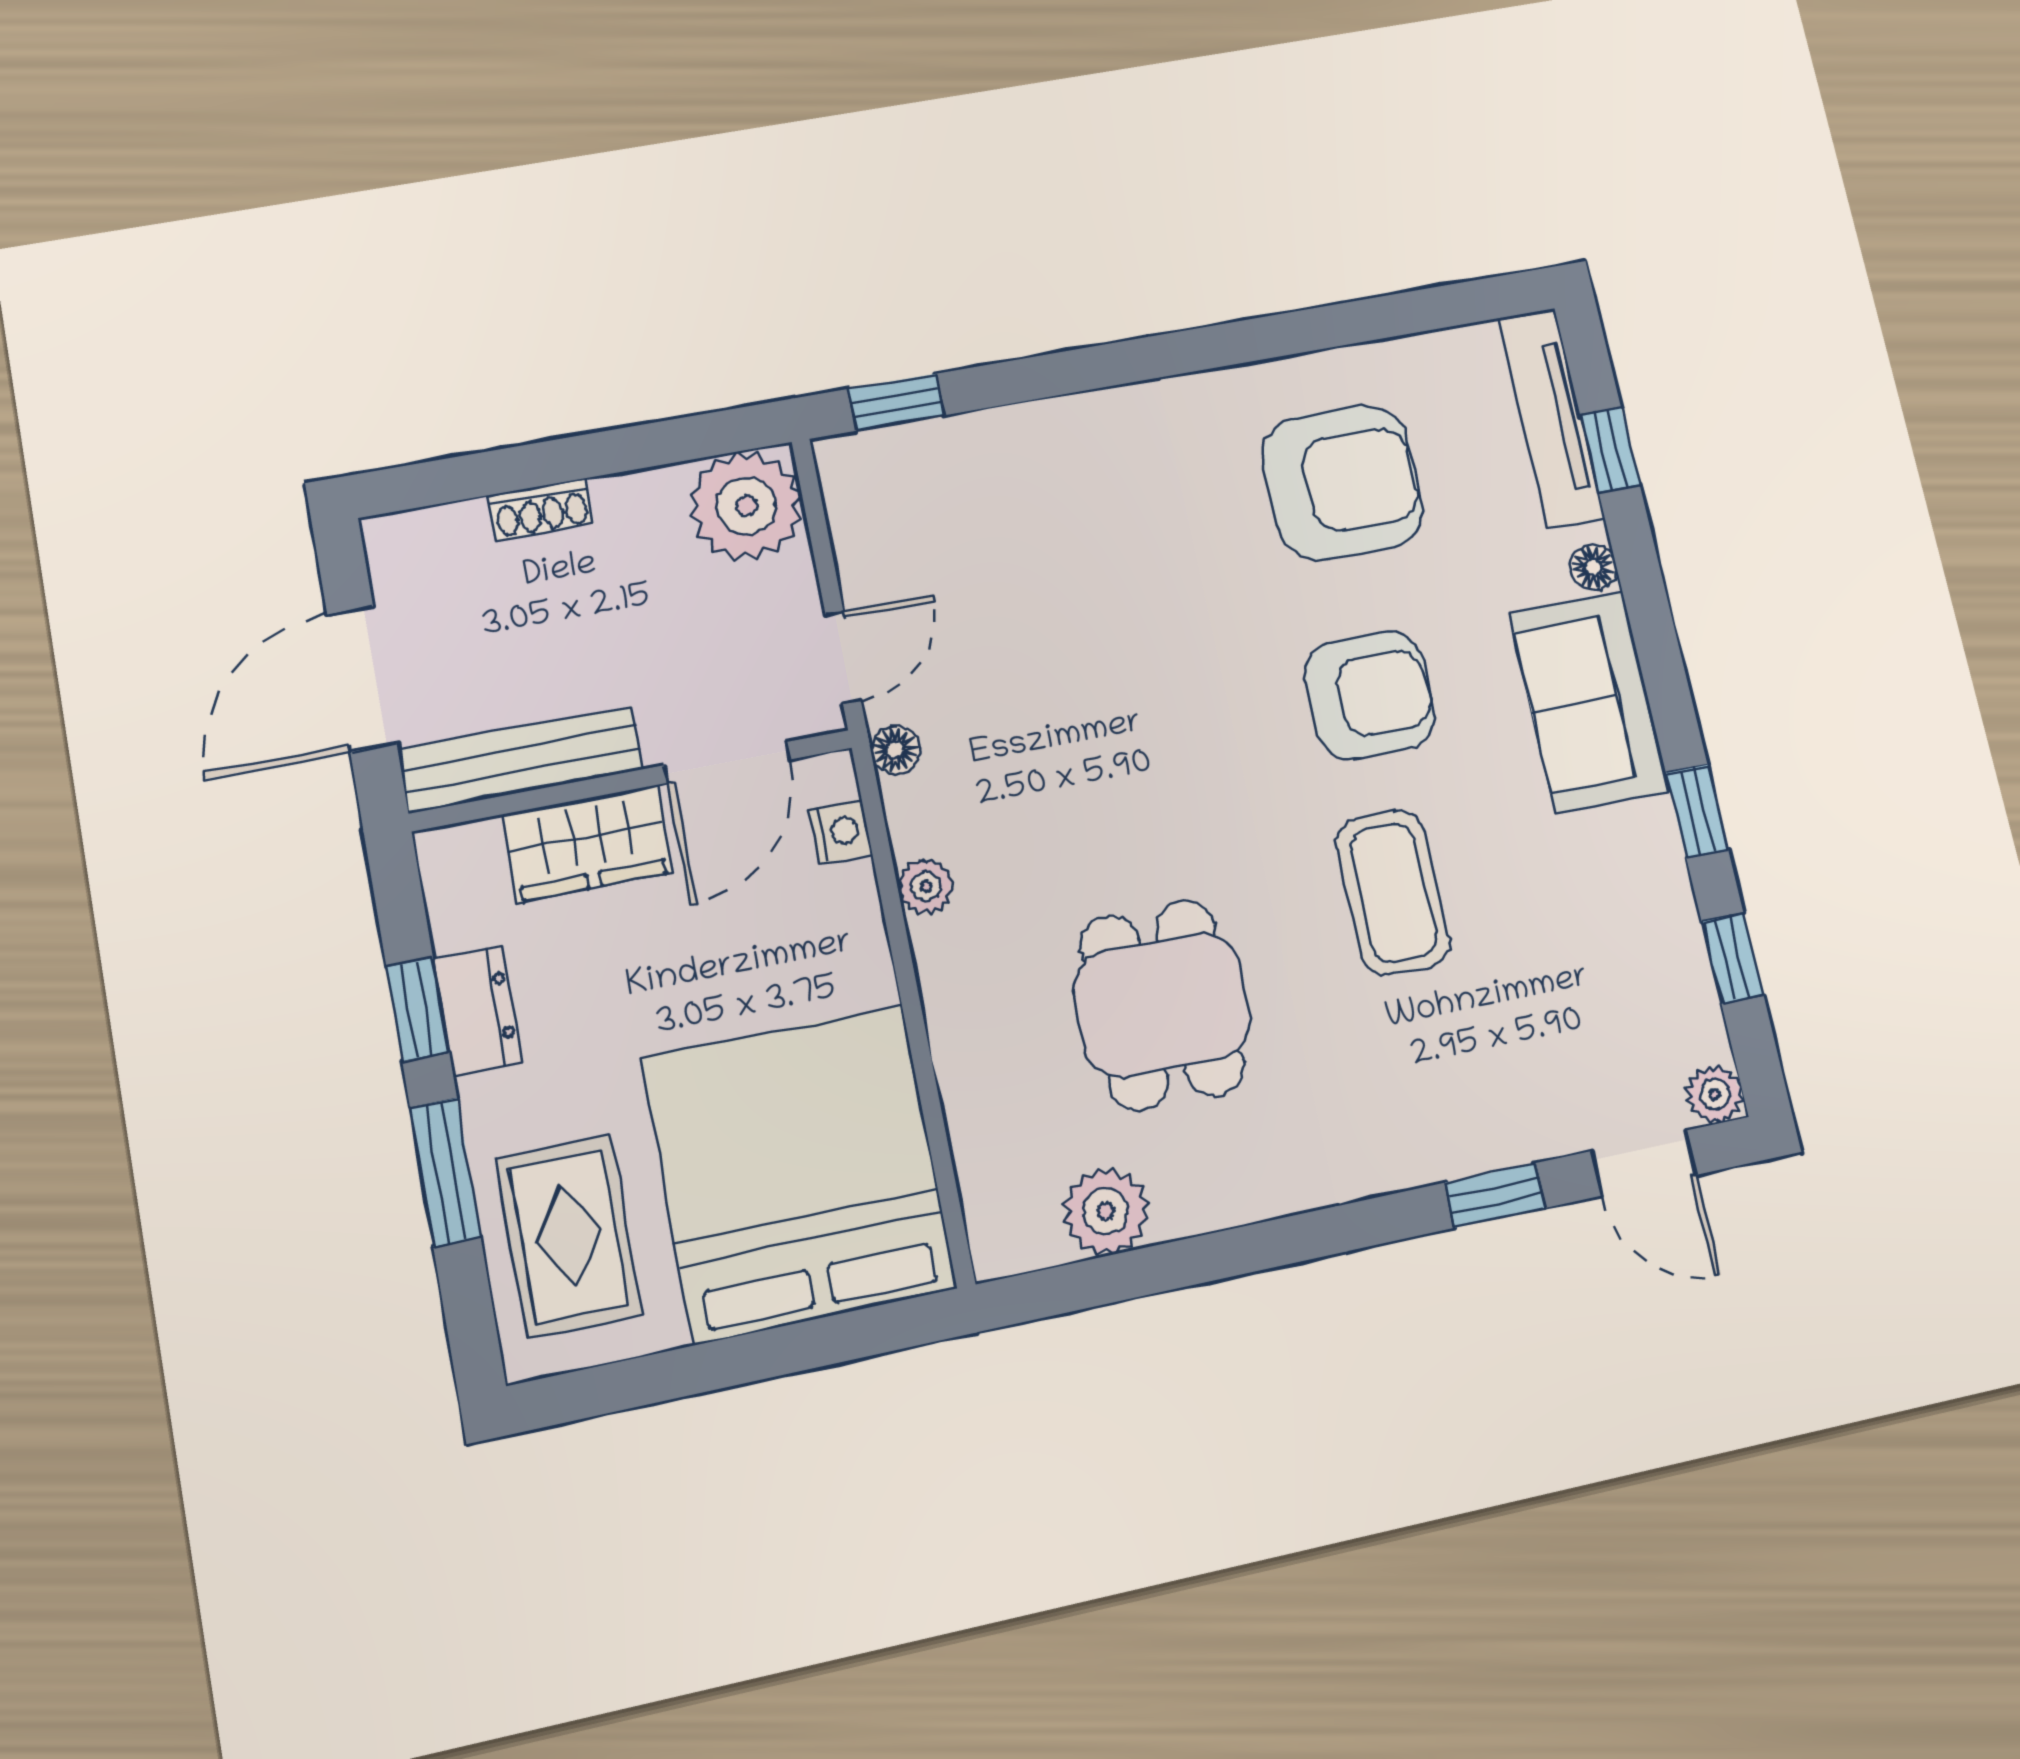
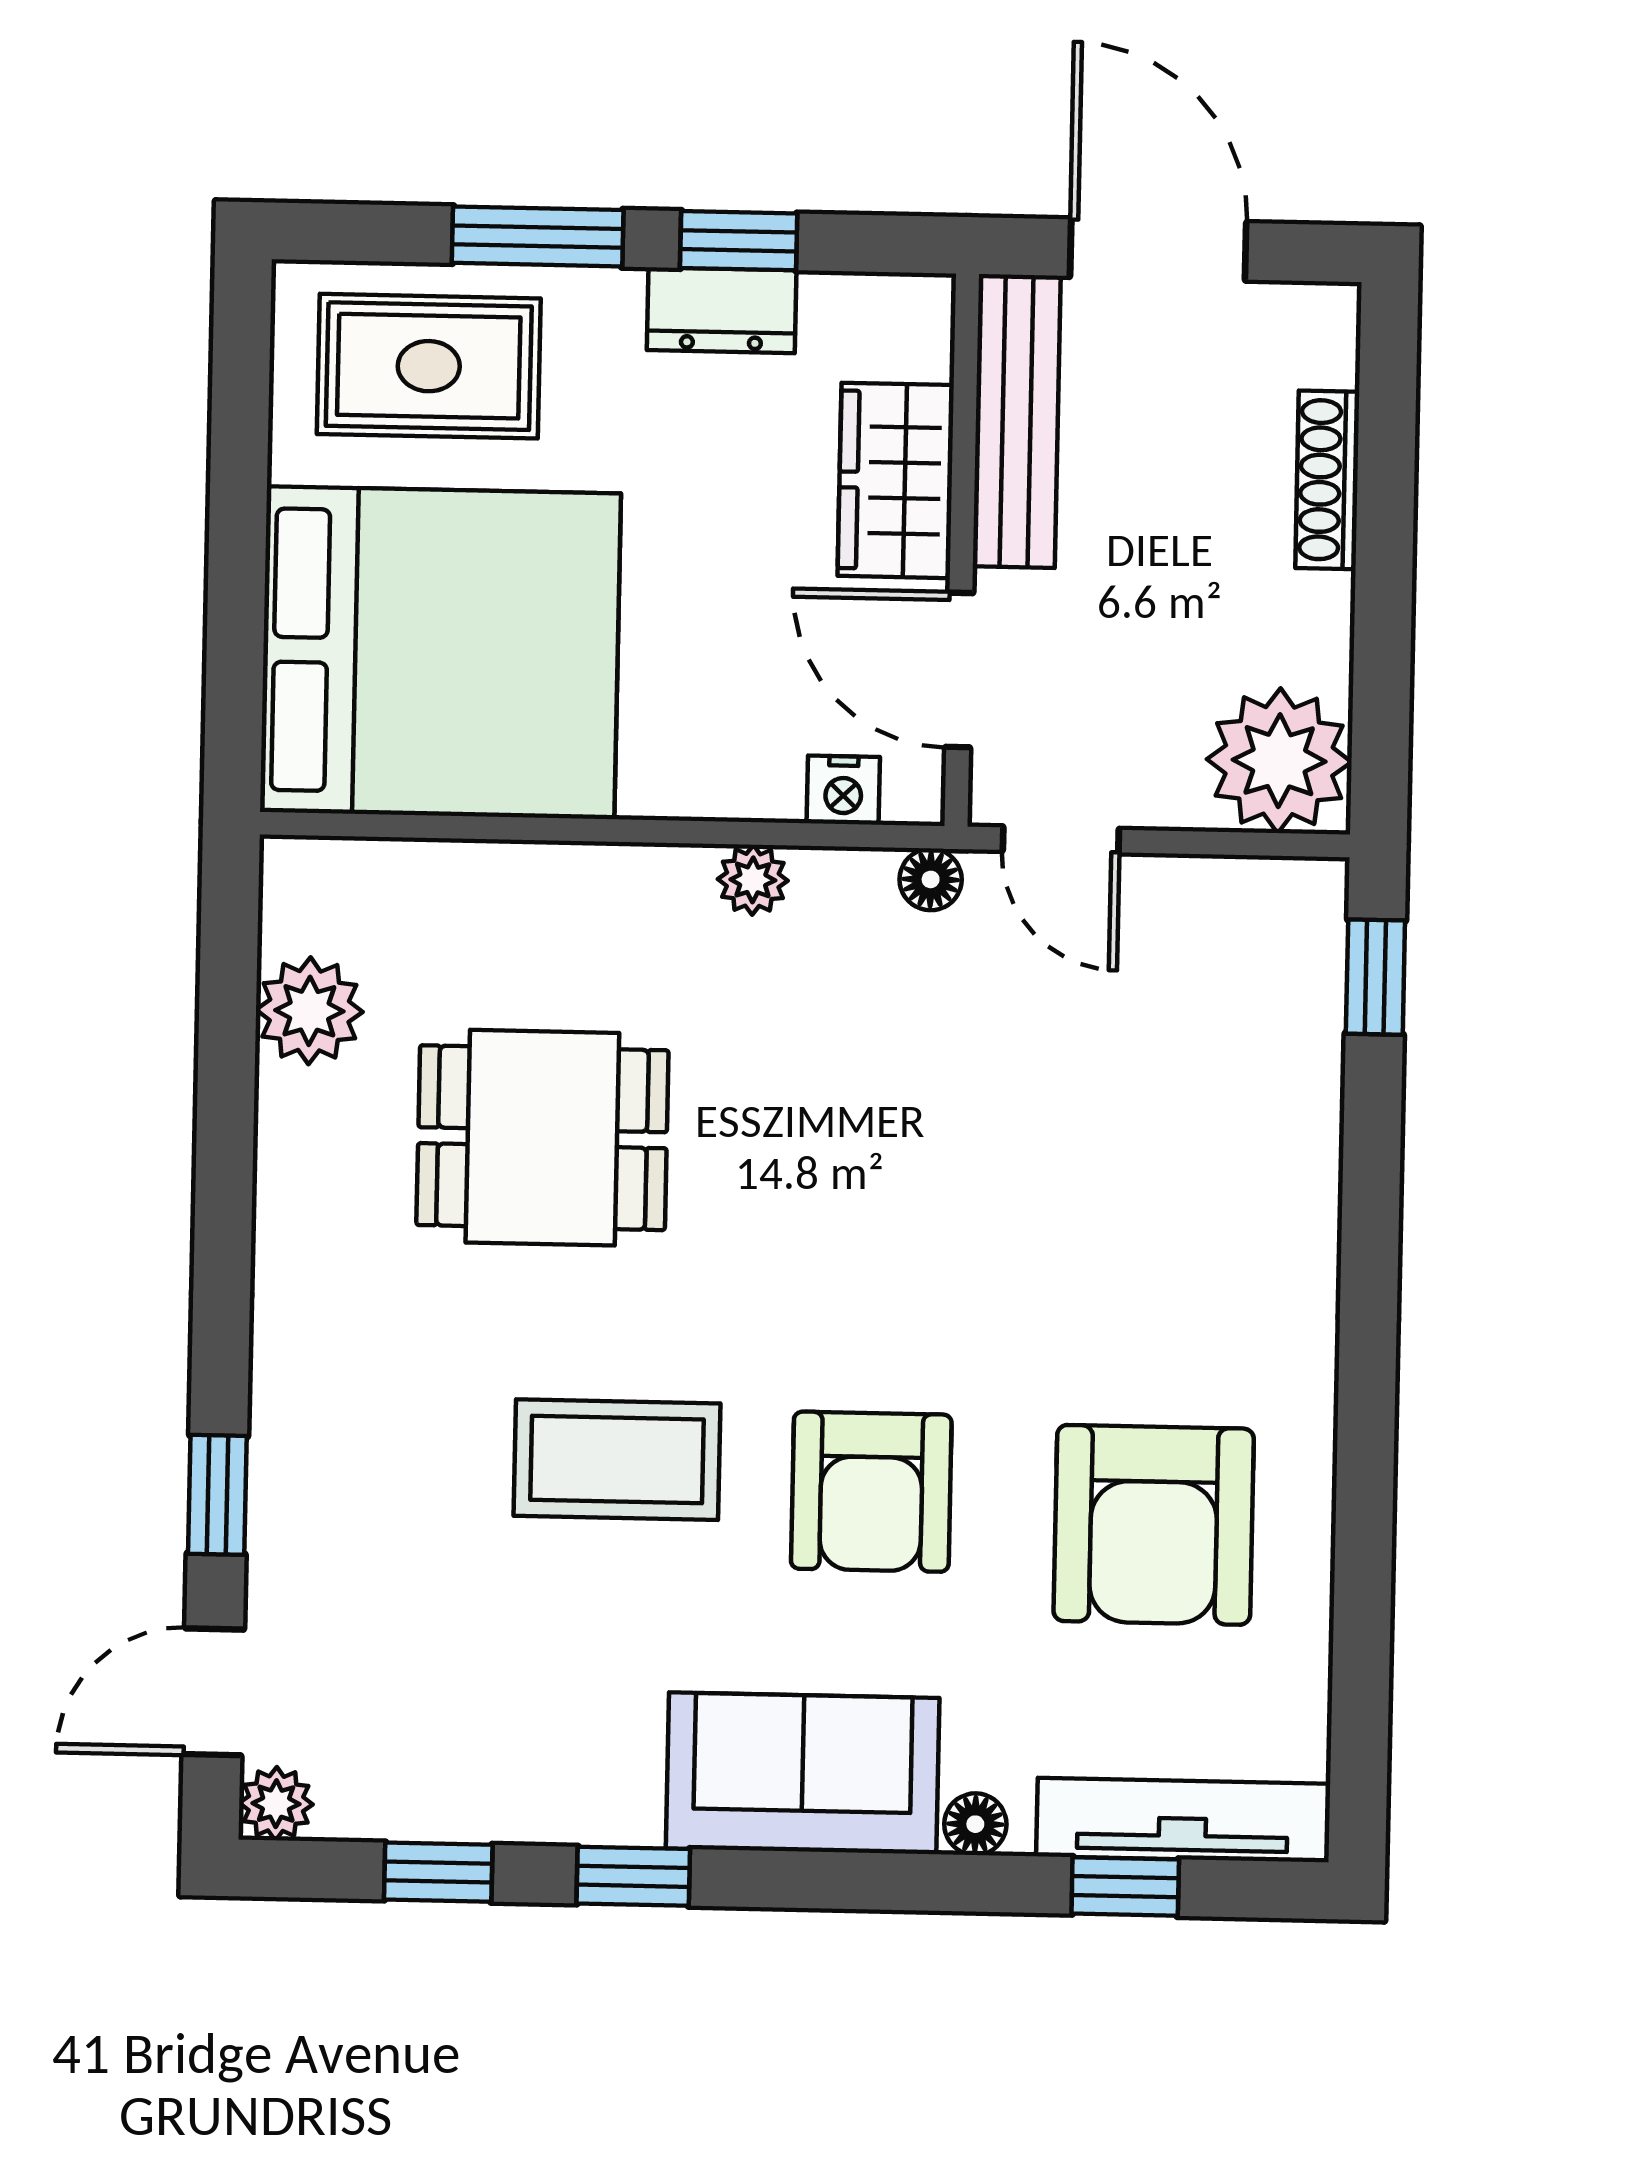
shoe rack: (541, 509) -> (1327, 480), width x1.43

